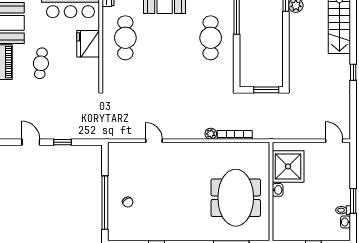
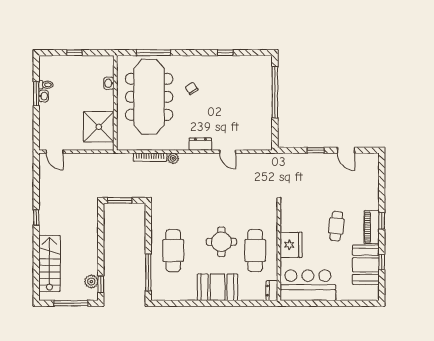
round table: (160, 47) -> (221, 242), added
dresser: (182, 149) -> (200, 144), added
washbasin: (278, 190) -> (109, 83), moved
meeting table: (236, 198) -> (149, 97), width x1.36
chair: (128, 202) -> (192, 88), moved
washbasin: (346, 222) -> (44, 96), moved

